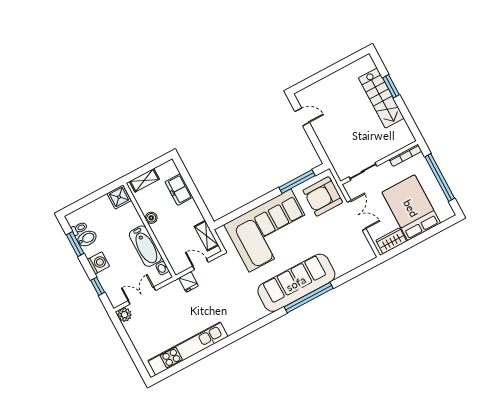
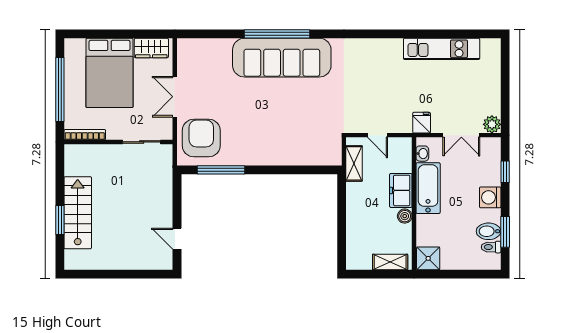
freezer: (179, 190) -> (401, 190), moved, turned 180
armchair: (323, 196) -> (201, 138), turned -90
corner sofa: (270, 231) -> (280, 131), removed
fridge: (189, 282) -> (422, 123), moved
kitchen unit: (188, 349) -> (442, 49), width x0.73

